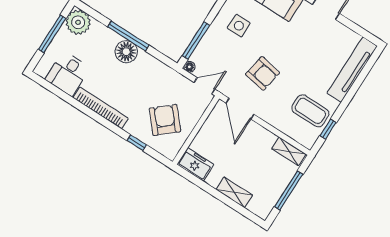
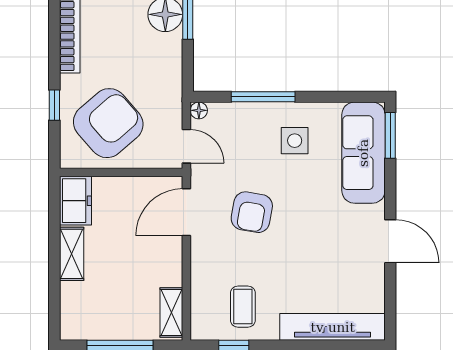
window: (196, 41) -> (263, 97), moved
coffee table: (310, 111) -> (243, 307), width x0.73, depth x0.77
armchair: (165, 120) -> (108, 123), width x1.36, depth x1.36
shelving: (234, 192) -> (72, 254), moved

